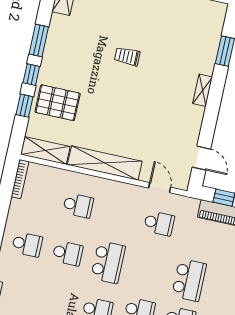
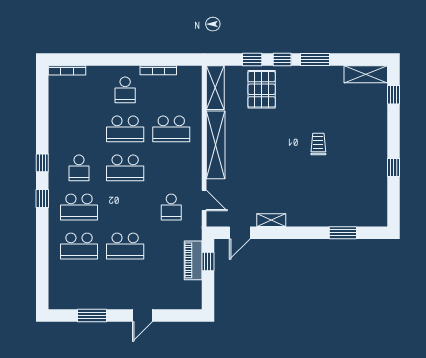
shelving: (203, 90) -> (271, 220), moved
bookcase: (20, 179) -> (158, 70), moved
door: (160, 188) -> (204, 200), hinge flipped
school desk: (78, 205) -> (171, 129), width x1.85
school desk: (68, 253) -> (125, 129), width x1.85

